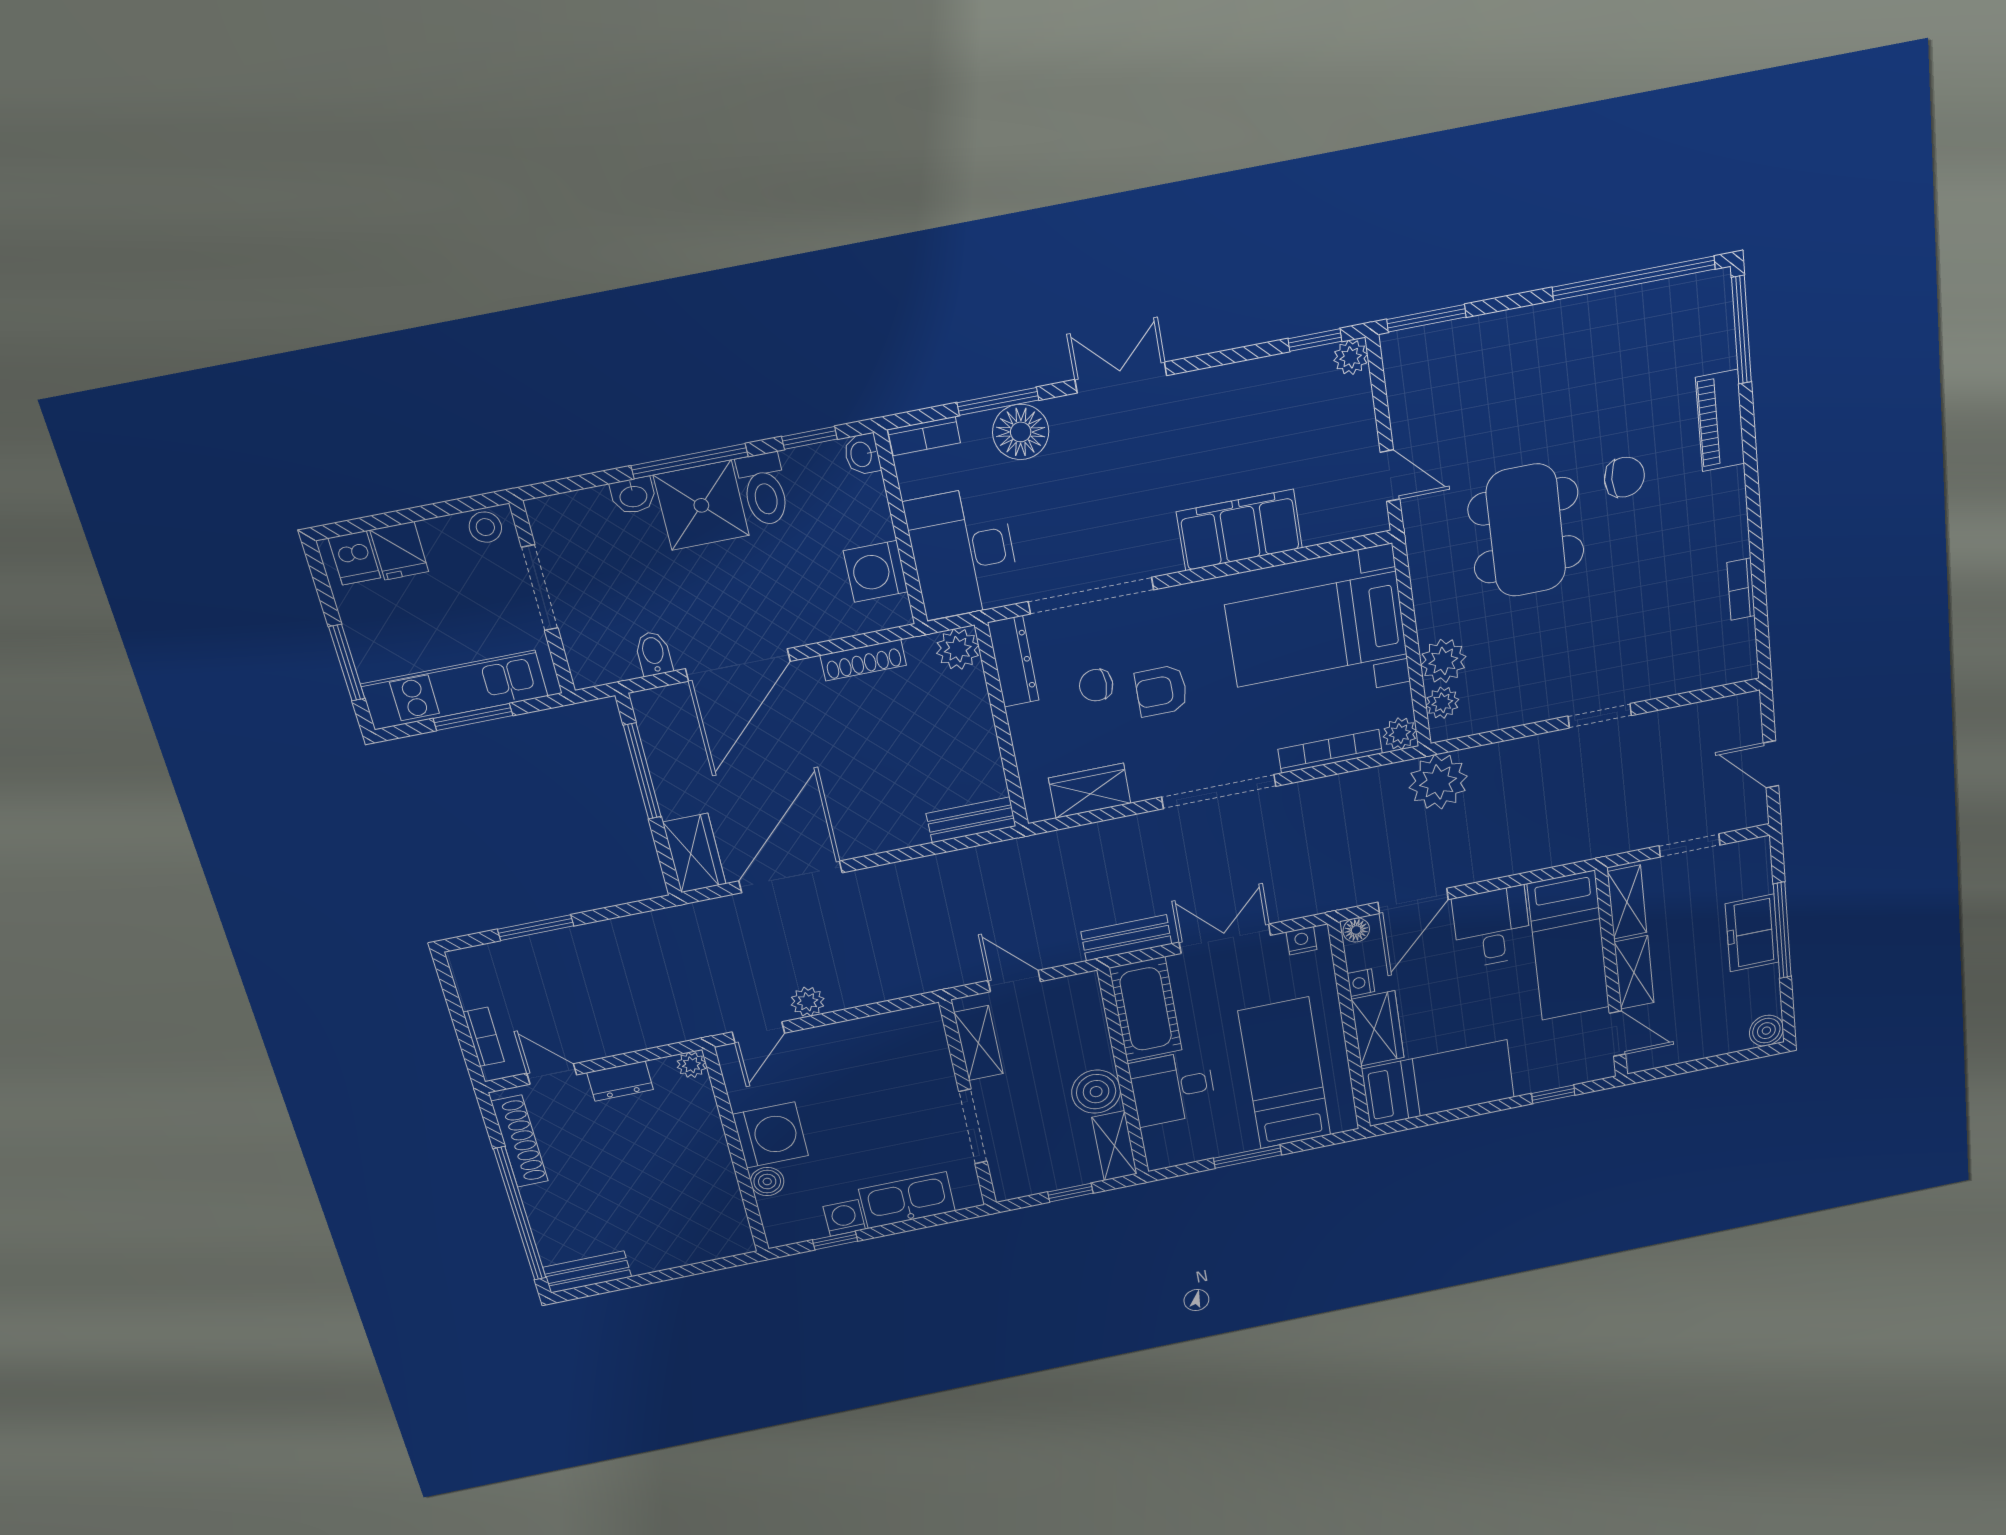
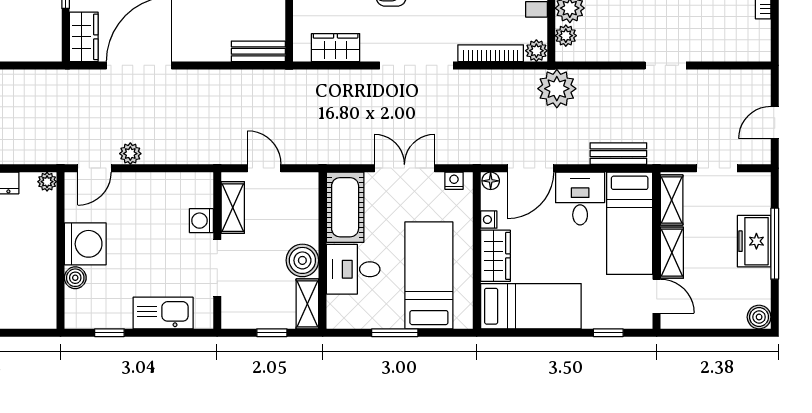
door: (1771, 764) -> (775, 122), hinge flipped
bench: (1126, 938) -> (618, 154), moved
washing machine: (844, 1218) -> (201, 221), moved, turned -90

